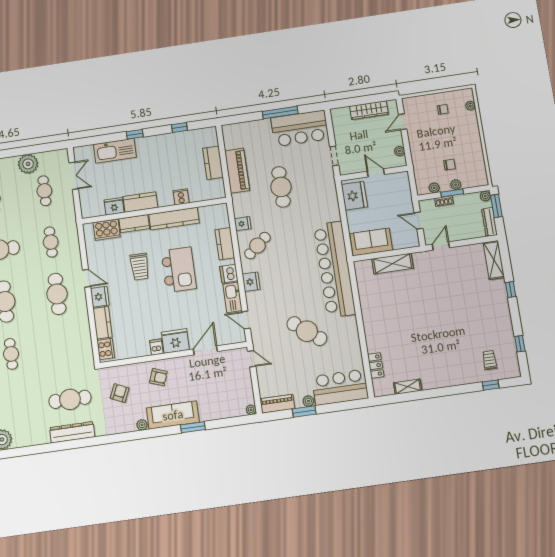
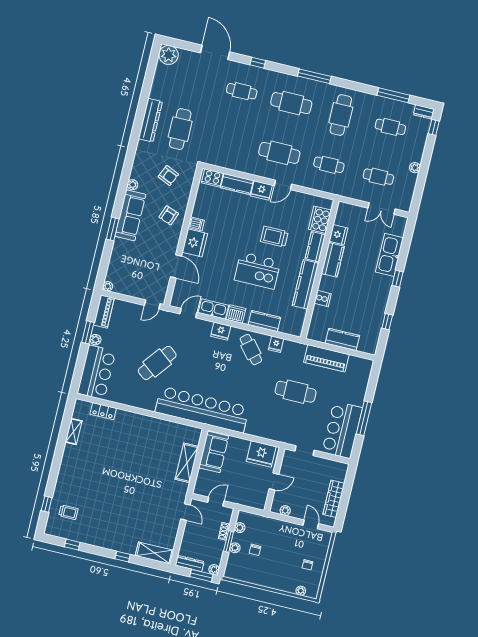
plant: (28, 164) -> (415, 168), width x0.53, depth x0.53

